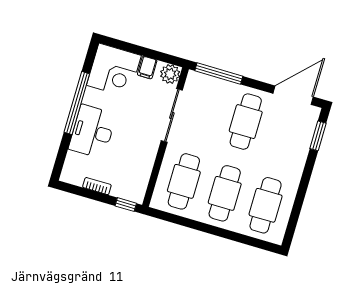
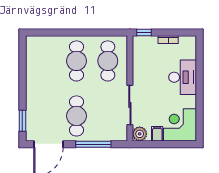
window: (219, 74) -> (93, 144), moved
window: (77, 103) -> (200, 94), removed
cafe table: (266, 205) -> (45, 61), removed

